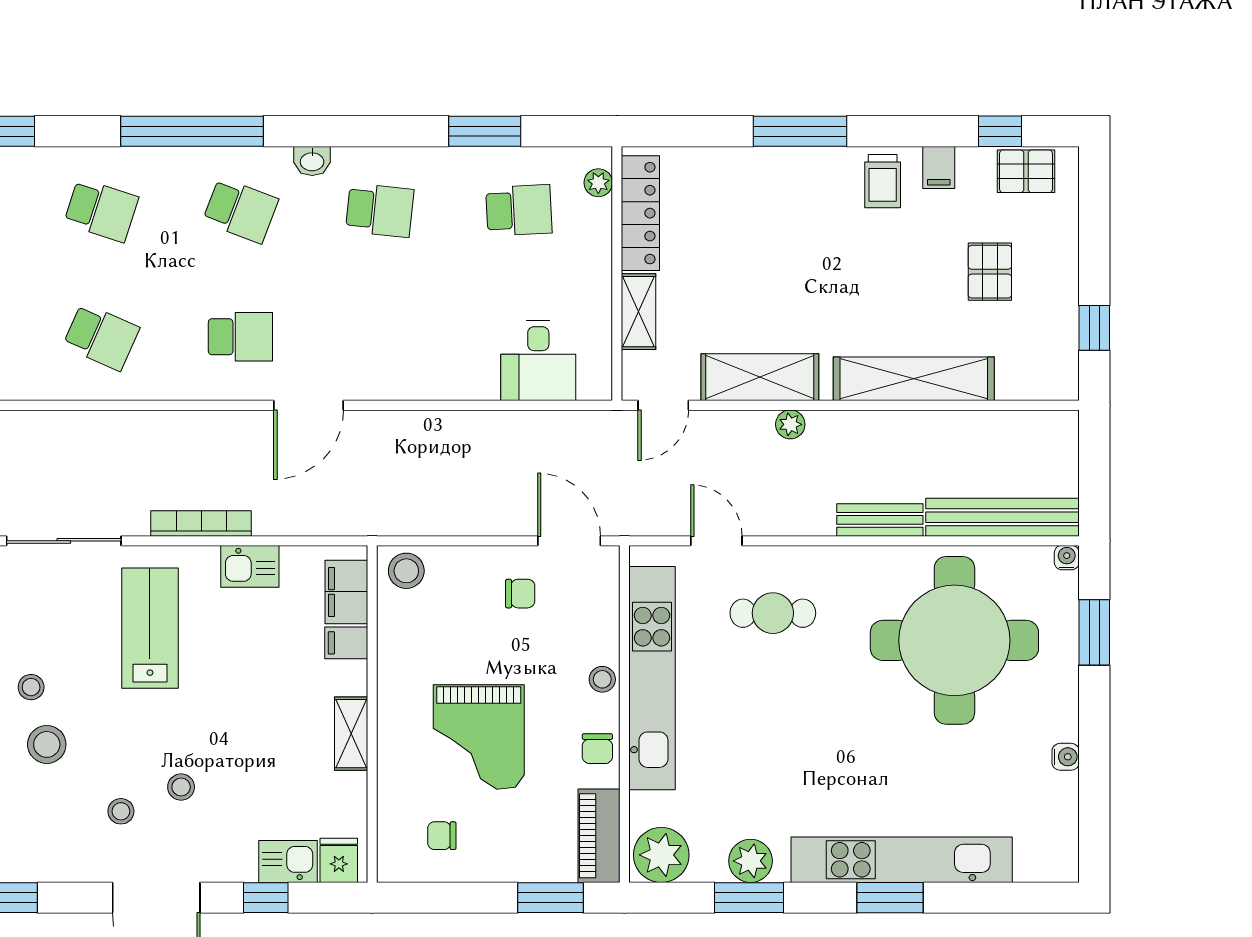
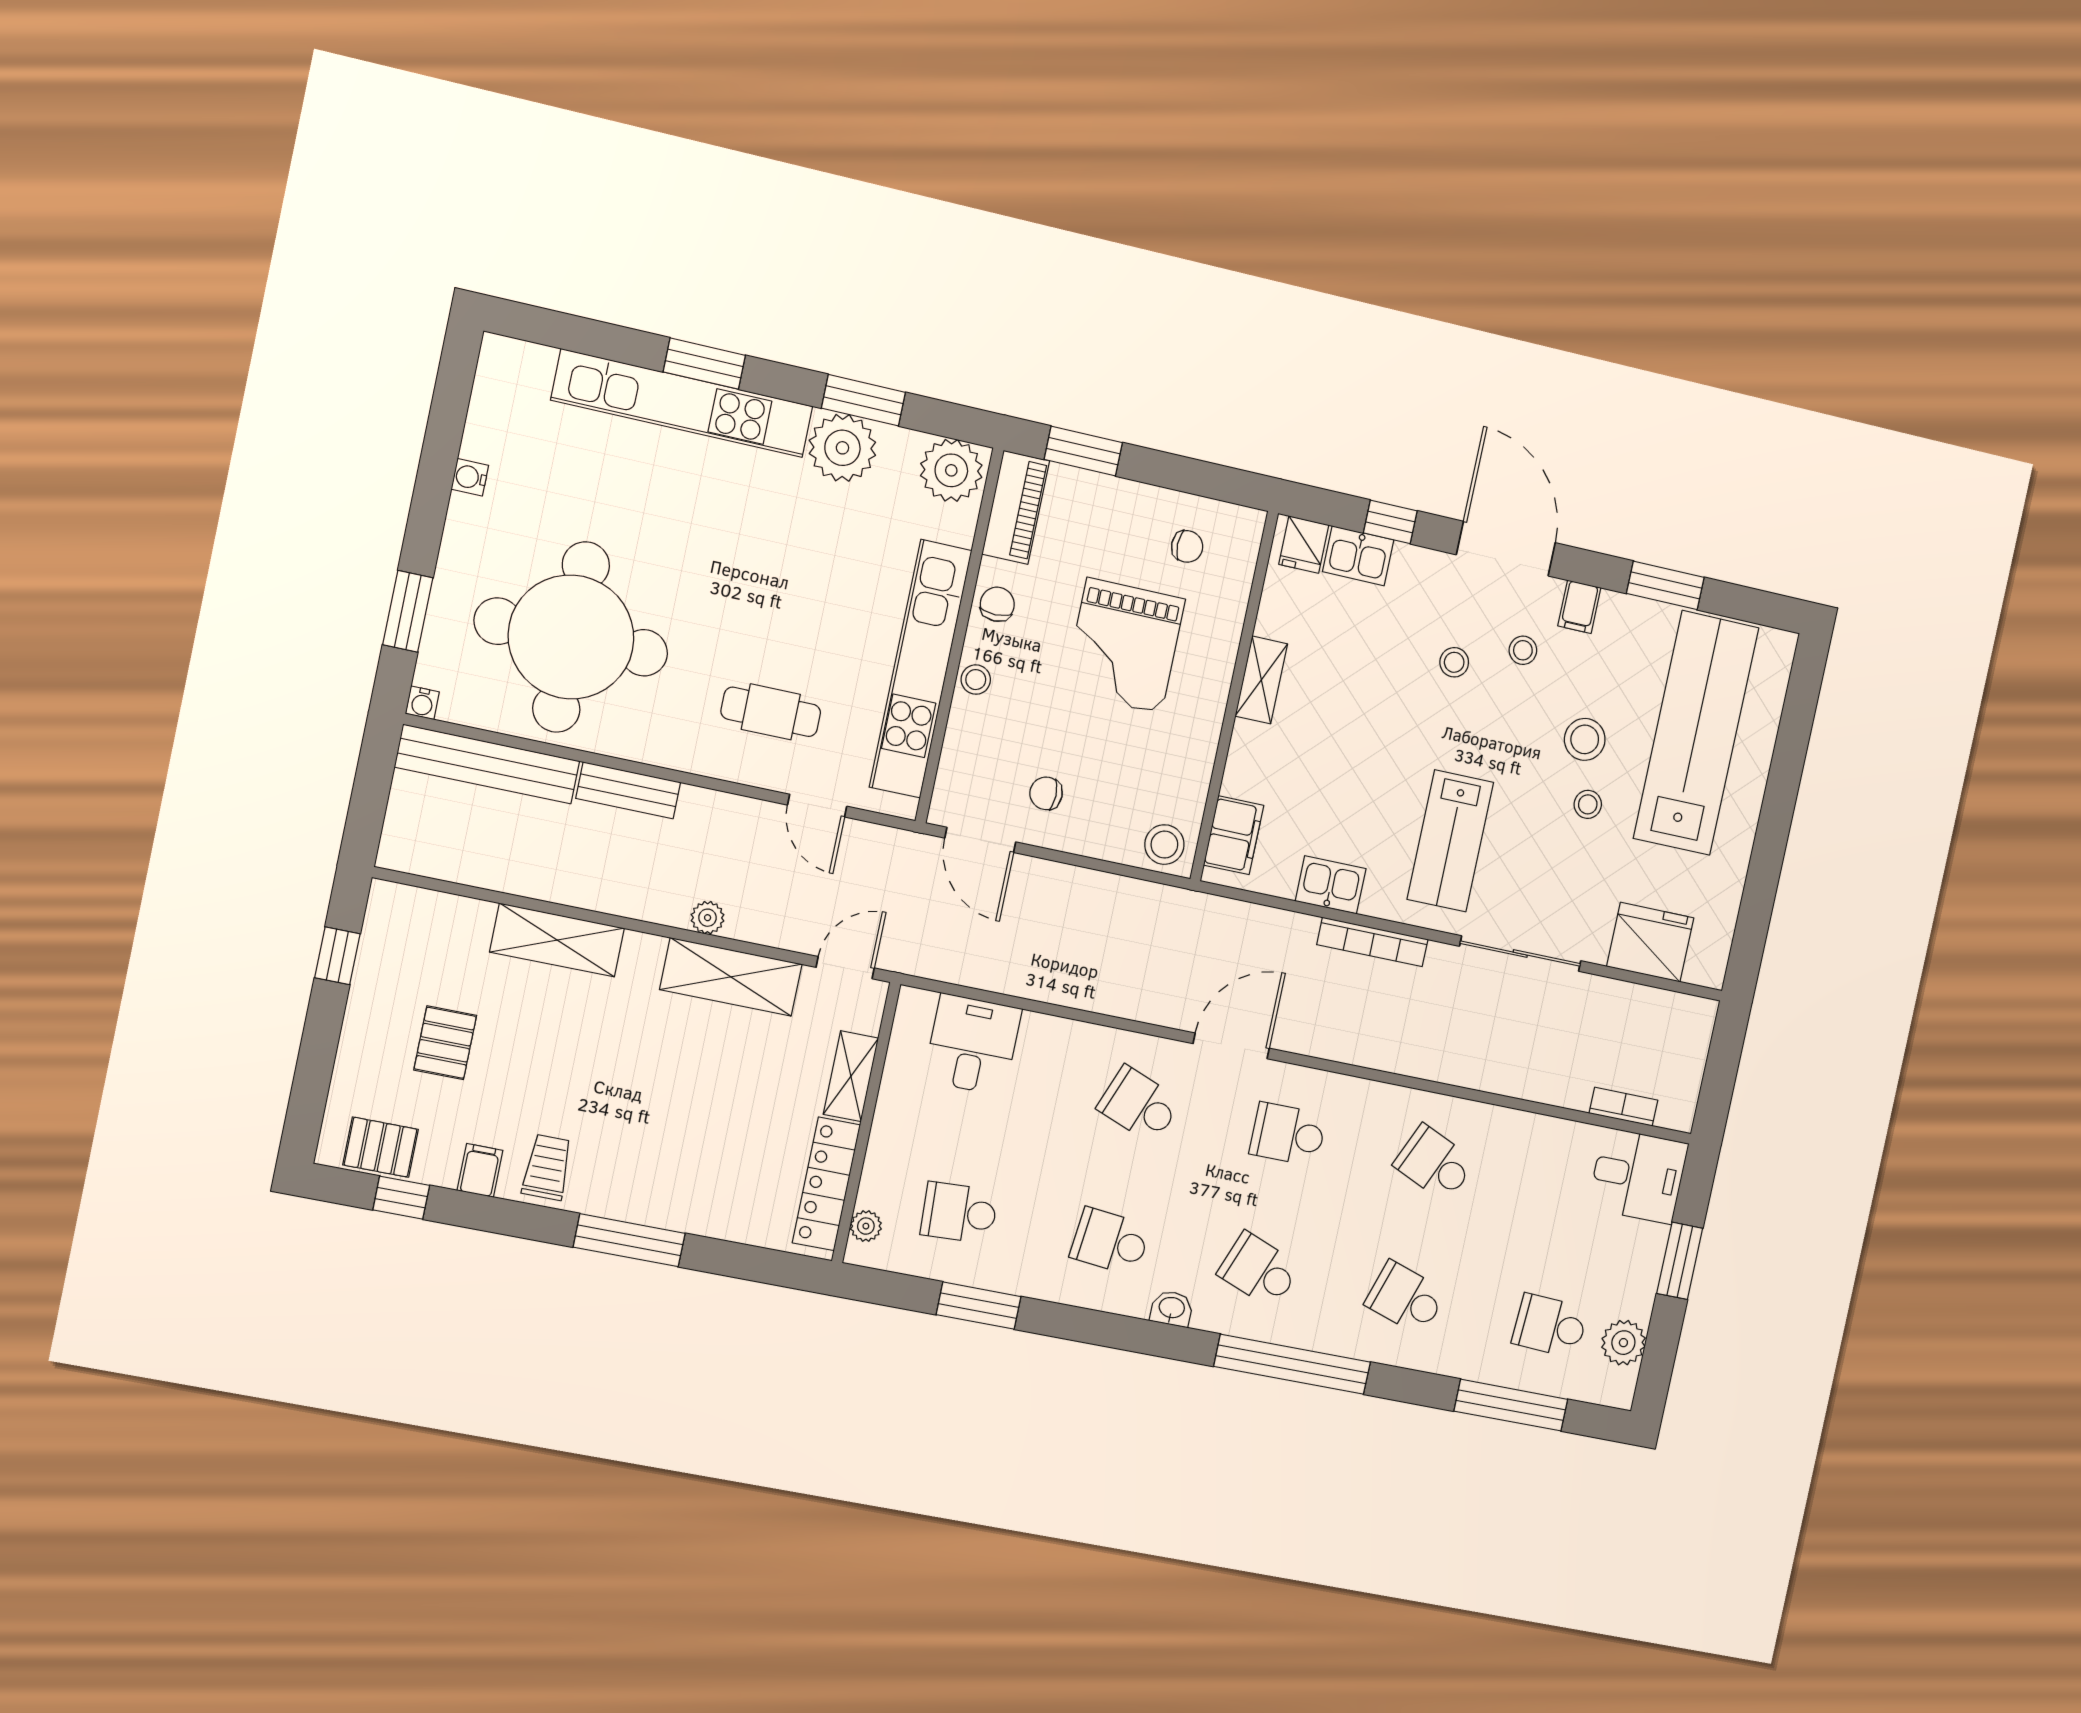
school desk: (380, 337) -> (1139, 1105), added
shelving: (914, 379) -> (557, 940), width x0.68
filing cabinet: (346, 643) -> (1579, 607), moved, turned 90
grand piano: (479, 737) -> (1124, 646), turned 180
plant: (751, 861) -> (842, 448), width x1.36, depth x1.36

